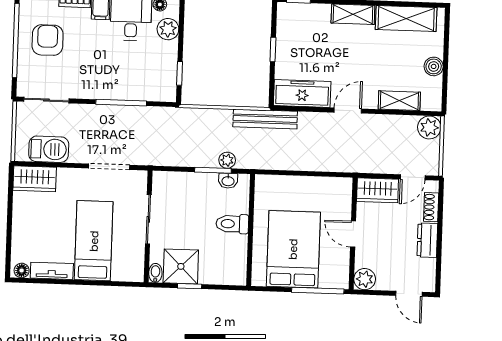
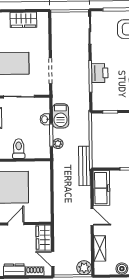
printer: (116, 87) -> (100, 73), added
barbecue: (49, 149) -> (60, 116), moved
wardrobe: (35, 179) -> (23, 20), moved, turned -90
washbasin: (228, 181) -> (45, 119), moved

